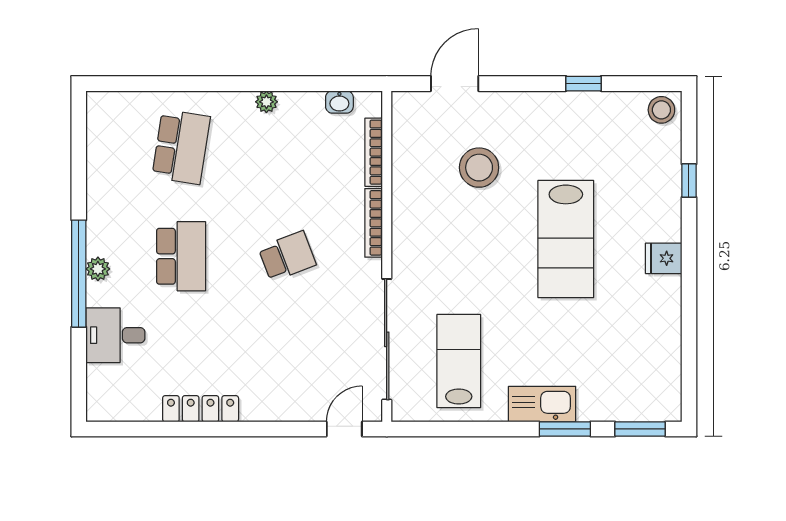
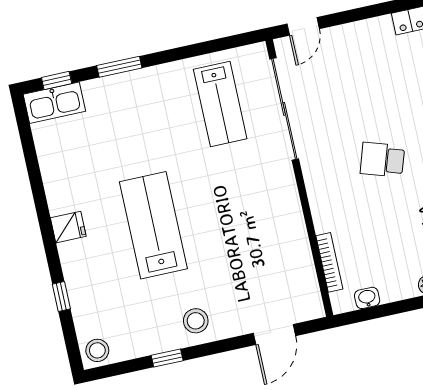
stool: (479, 168) -> (196, 321), moved, width x0.73, depth x0.73
bookcase: (374, 223) -> (316, 203), removed
school desk: (287, 256) -> (382, 160), turned 39
kitchen sink: (542, 404) -> (54, 103), moved
window: (640, 429) -> (57, 81), width x0.67

